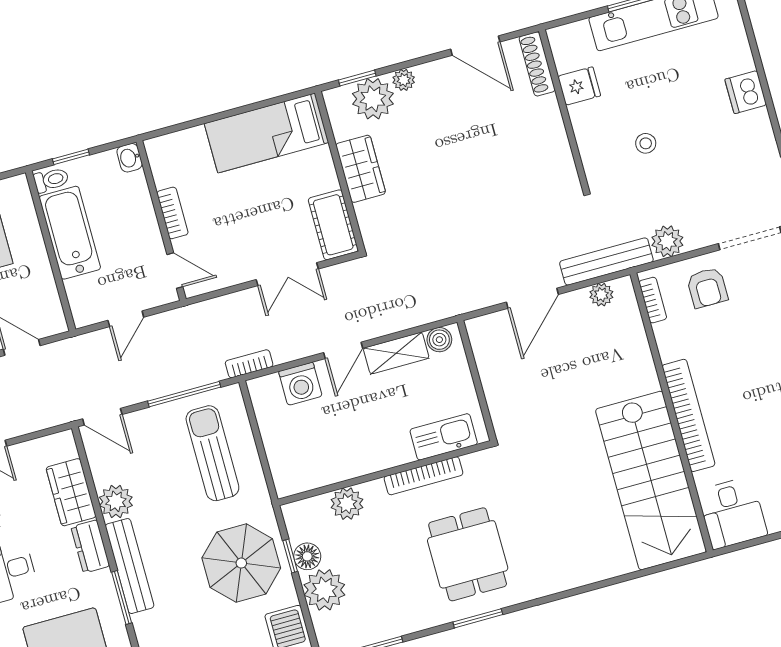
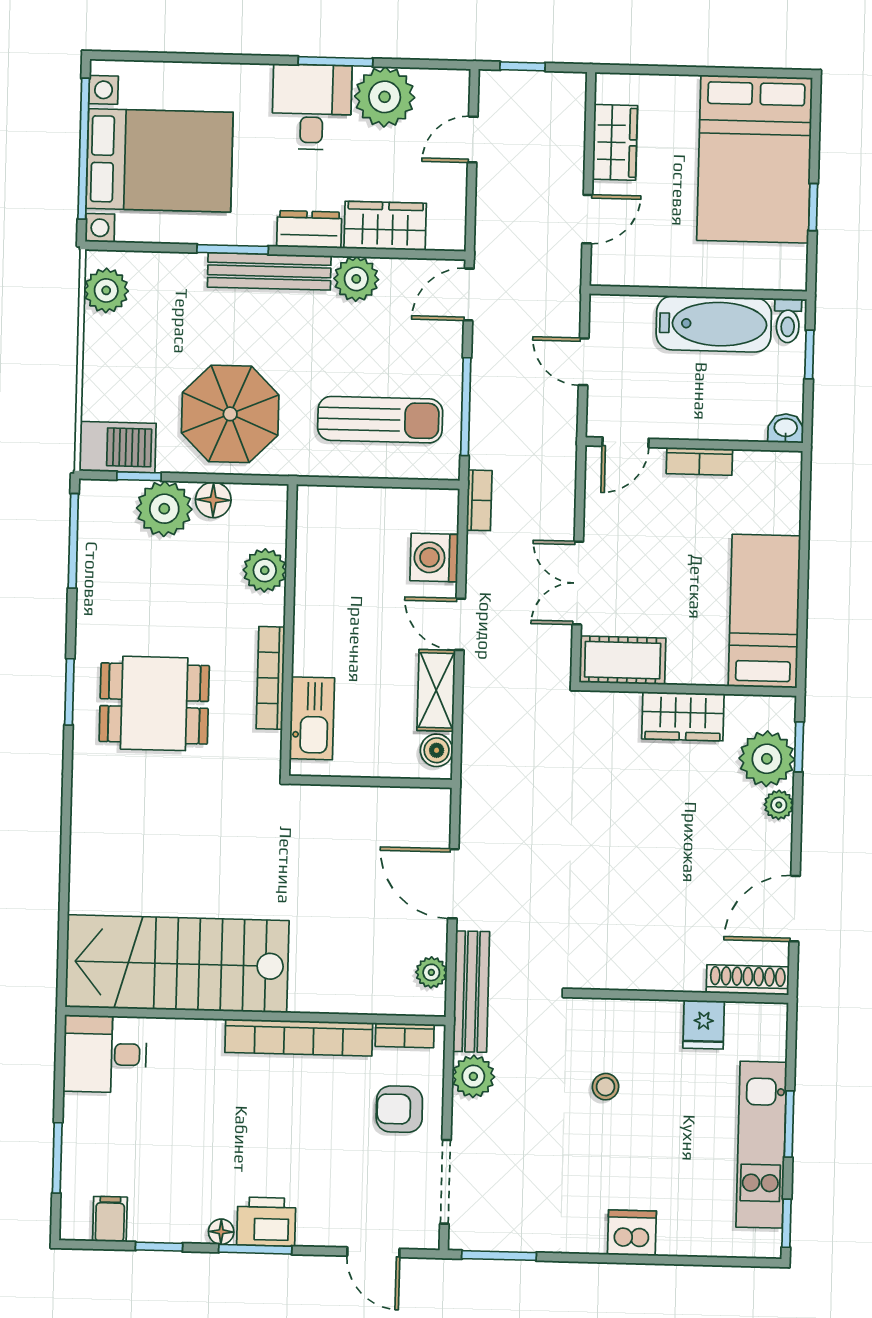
bookcase: (688, 415) -> (299, 1038), moved
window: (290, 556) -> (139, 476), moved

